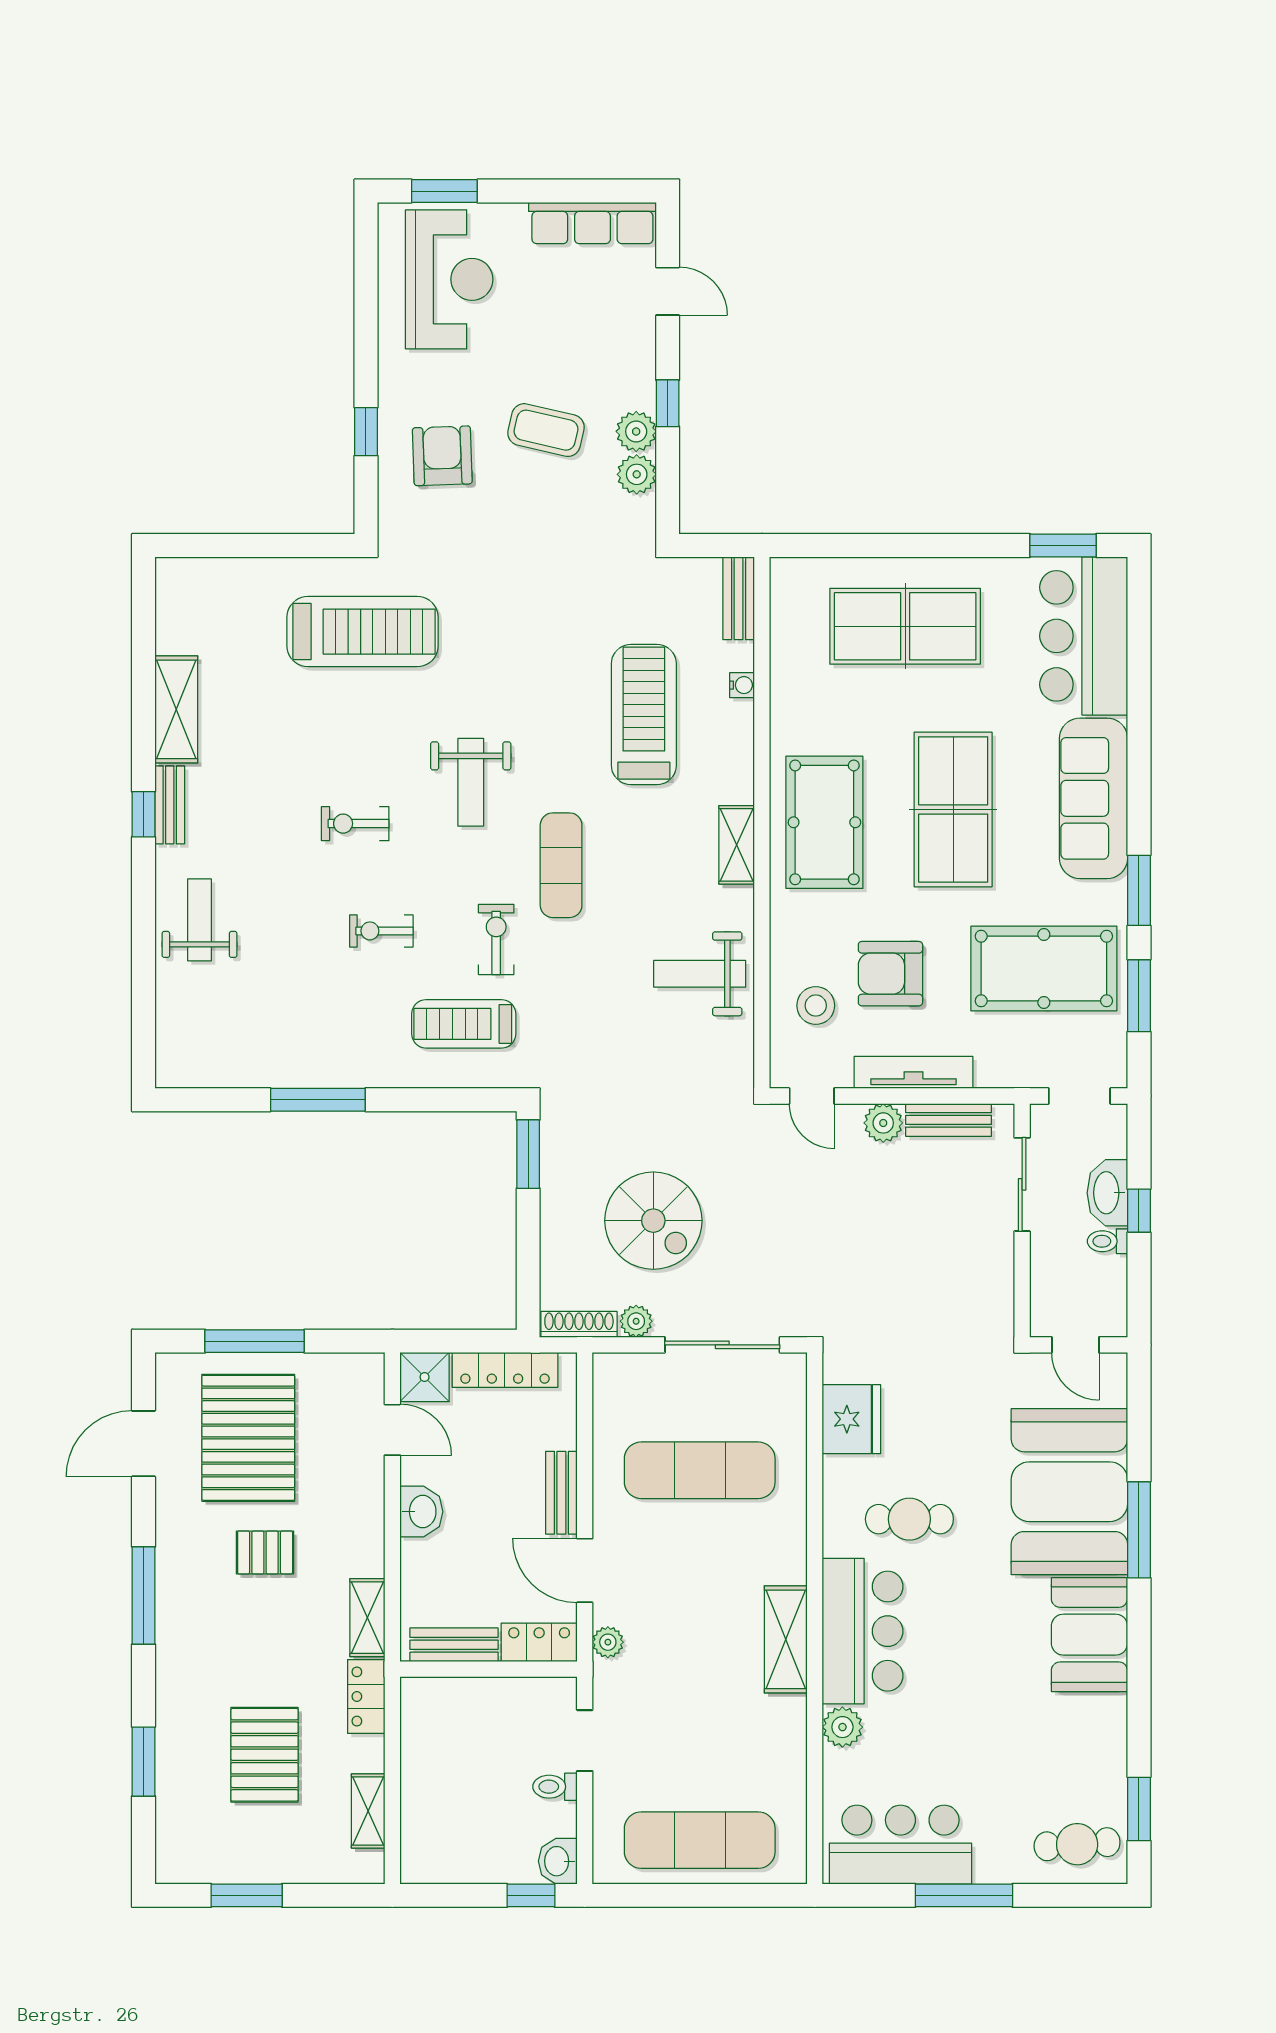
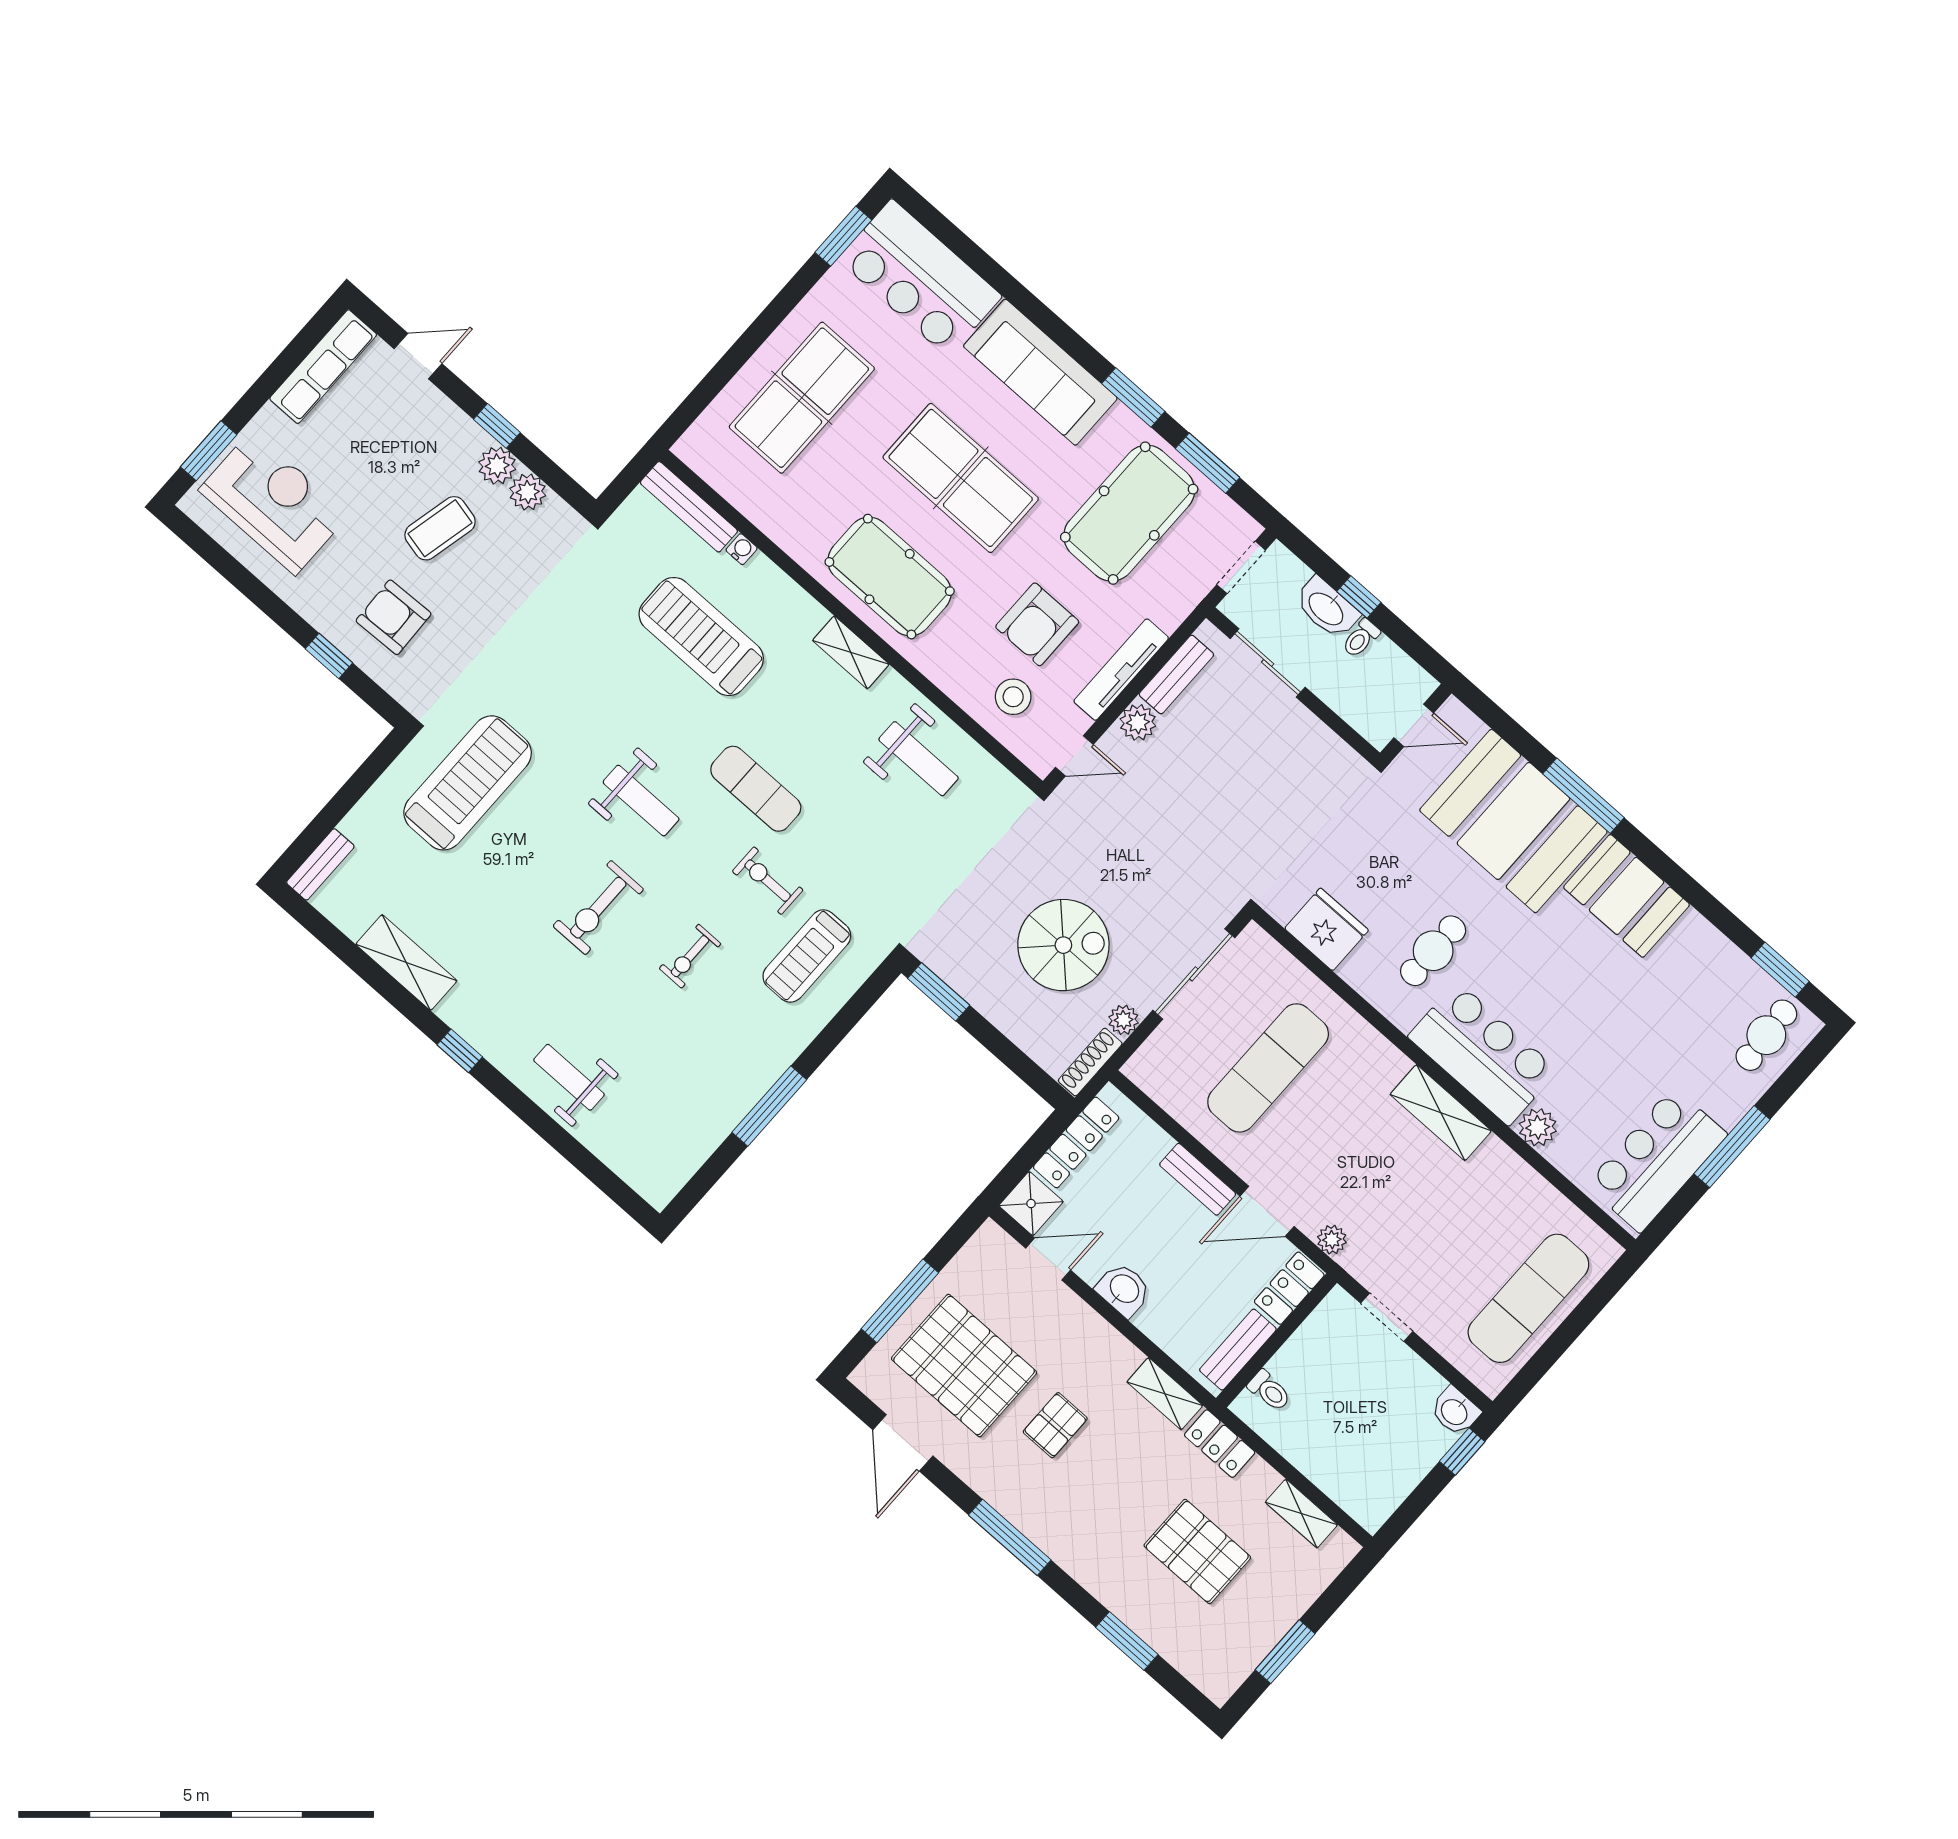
bench: (739, 598) -> (689, 507), width x1.36
bench: (170, 805) -> (320, 864), moved, turned 90
exercise bike: (355, 824) -> (598, 908), width x1.38, depth x1.39
weight bench: (700, 974) -> (919, 759), turned -90
toilet: (555, 1787) -> (1269, 1391), moved, turned -90

